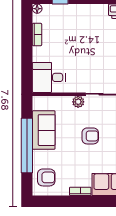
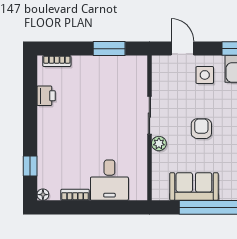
desk: (49, 77) -> (109, 180), moved

